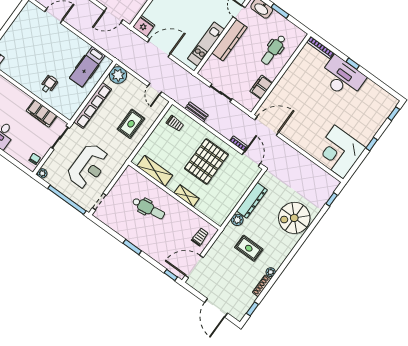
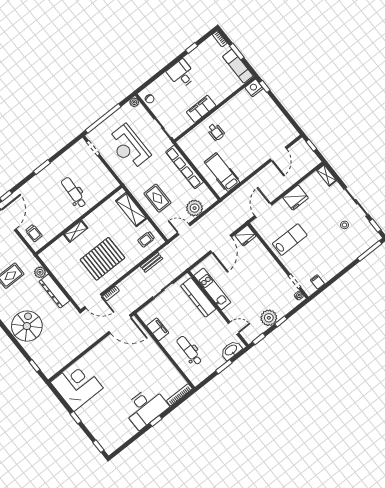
kitchen counter: (229, 40) -> (198, 297), moved
plant: (118, 75) -> (195, 208), moved
filing cabinet: (42, 113) -> (201, 109), moved
door: (267, 126) -> (120, 324), hinge flipped
pallet: (206, 162) -> (102, 259), turned 90
shelving: (155, 171) -> (131, 210), moved, turned 90
dental chair: (149, 208) -> (74, 192), turned 101

